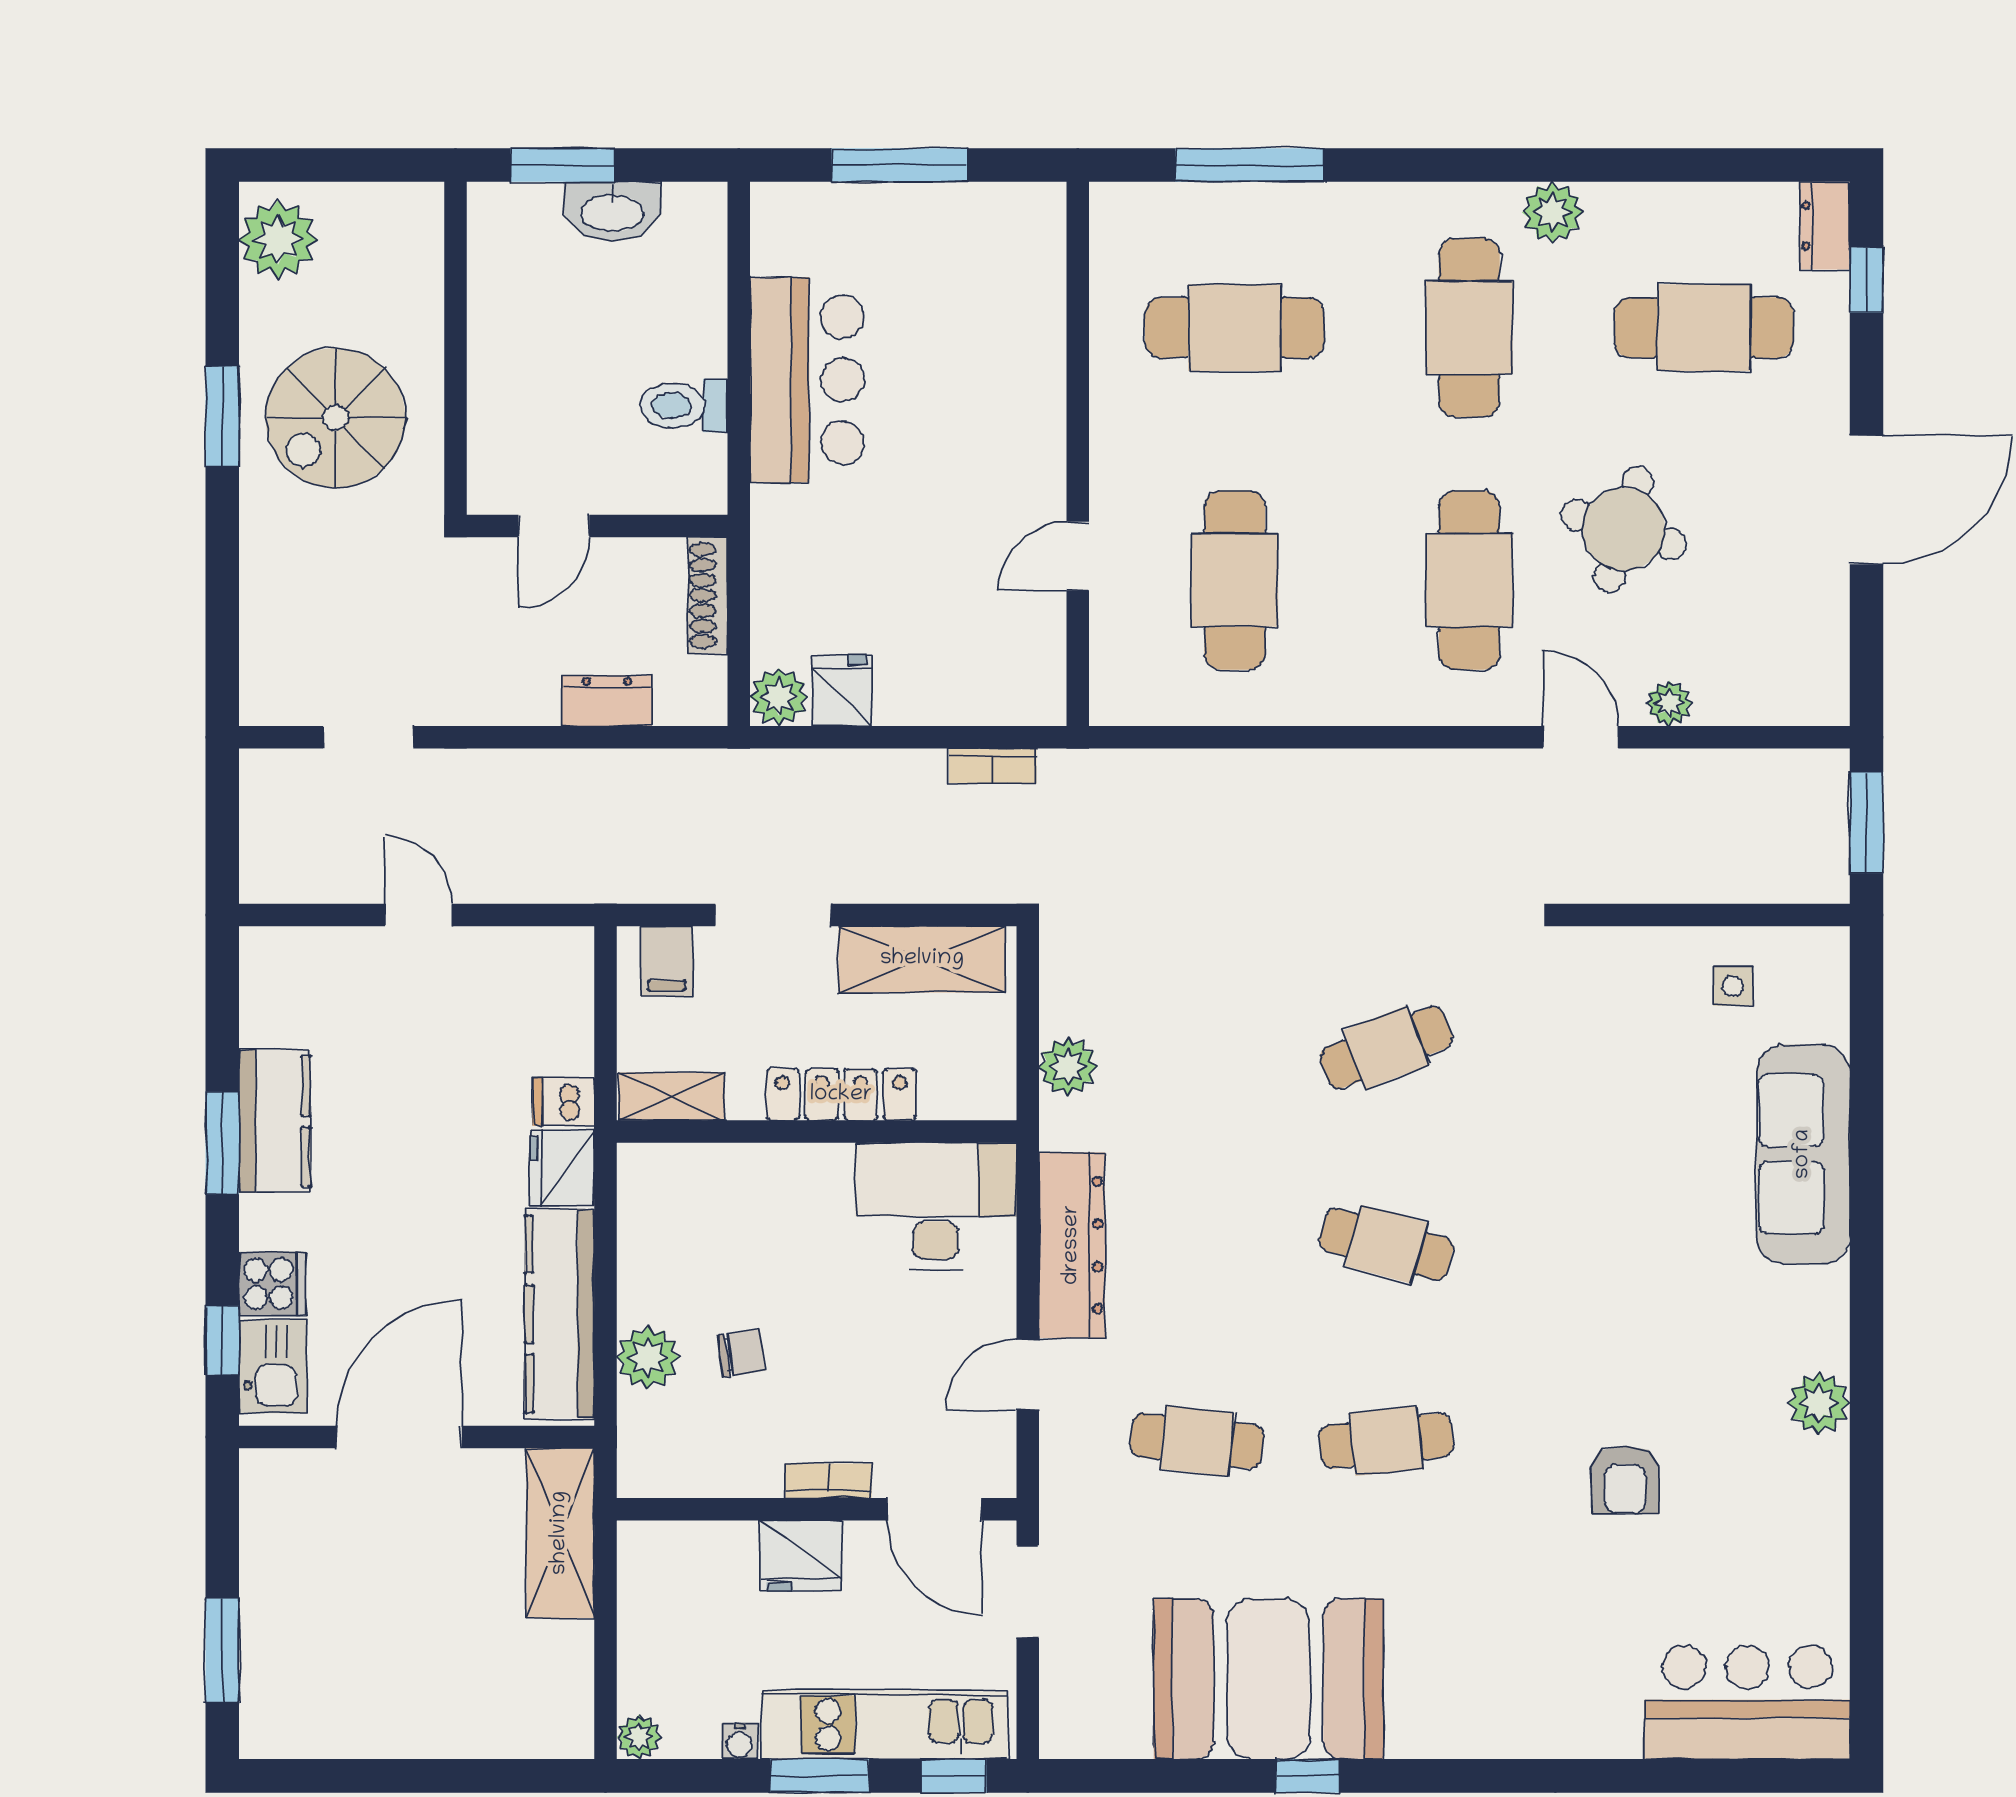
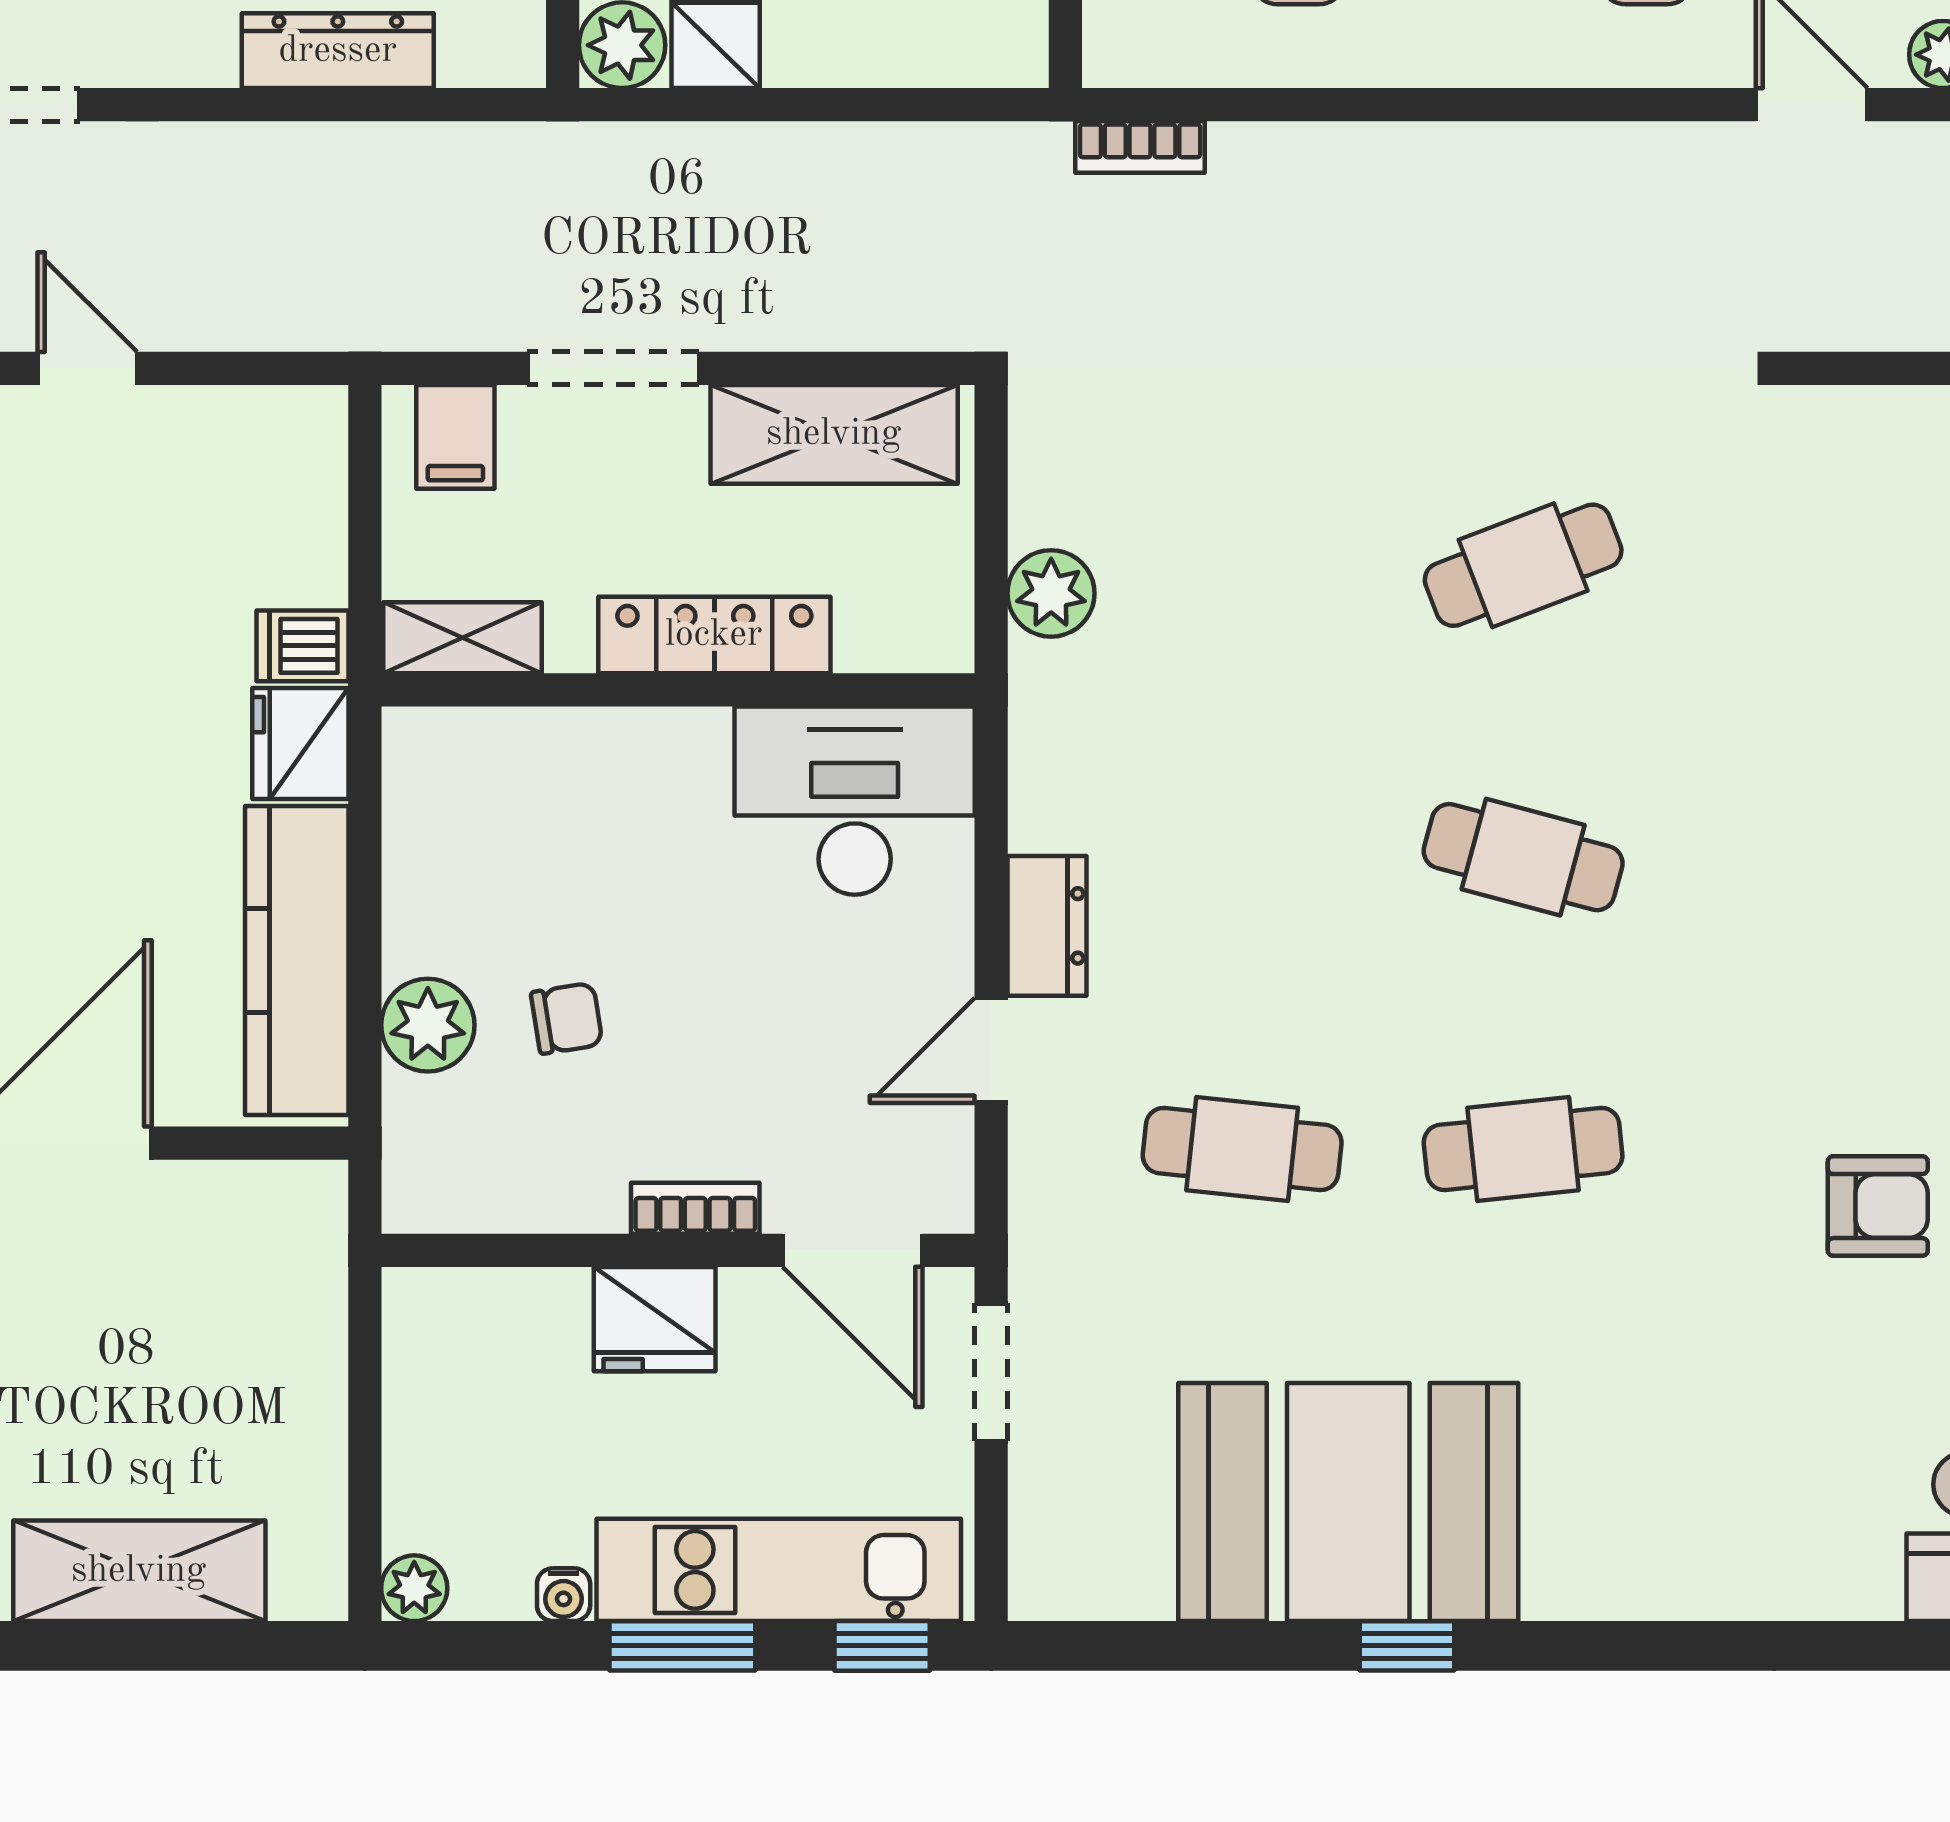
dresser: (607, 701) -> (338, 51), width x1.44
bookcase: (993, 766) -> (1140, 147), moved
dresser: (1072, 1245) -> (1047, 926), width x0.51, depth x0.80
armchair: (1625, 1479) -> (1878, 1206), turned -90
shelving: (560, 1533) -> (139, 1571), moved, turned 90

